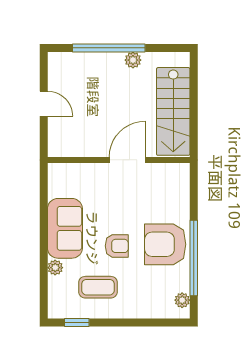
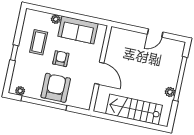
wall: (119, 160) -> (100, 68), moved
door: (127, 160) -> (99, 73), moved
armchair: (117, 246) -> (61, 59), turned 180
window: (77, 323) -> (14, 53), moved

